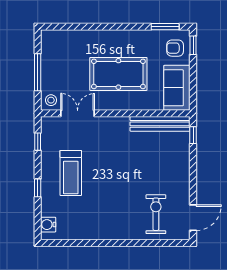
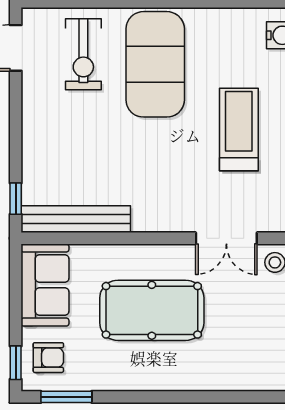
exercise mat: (117, 209) -> (155, 64), added

